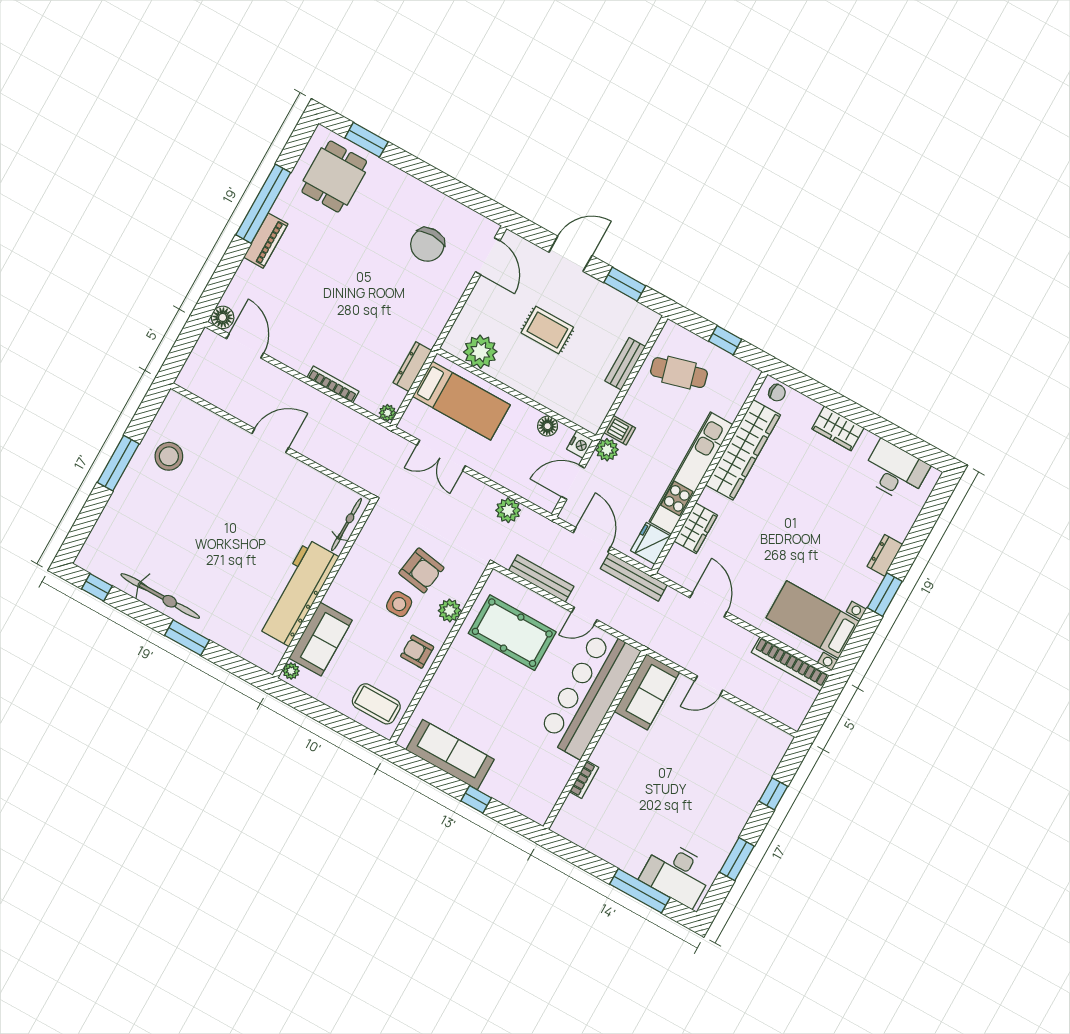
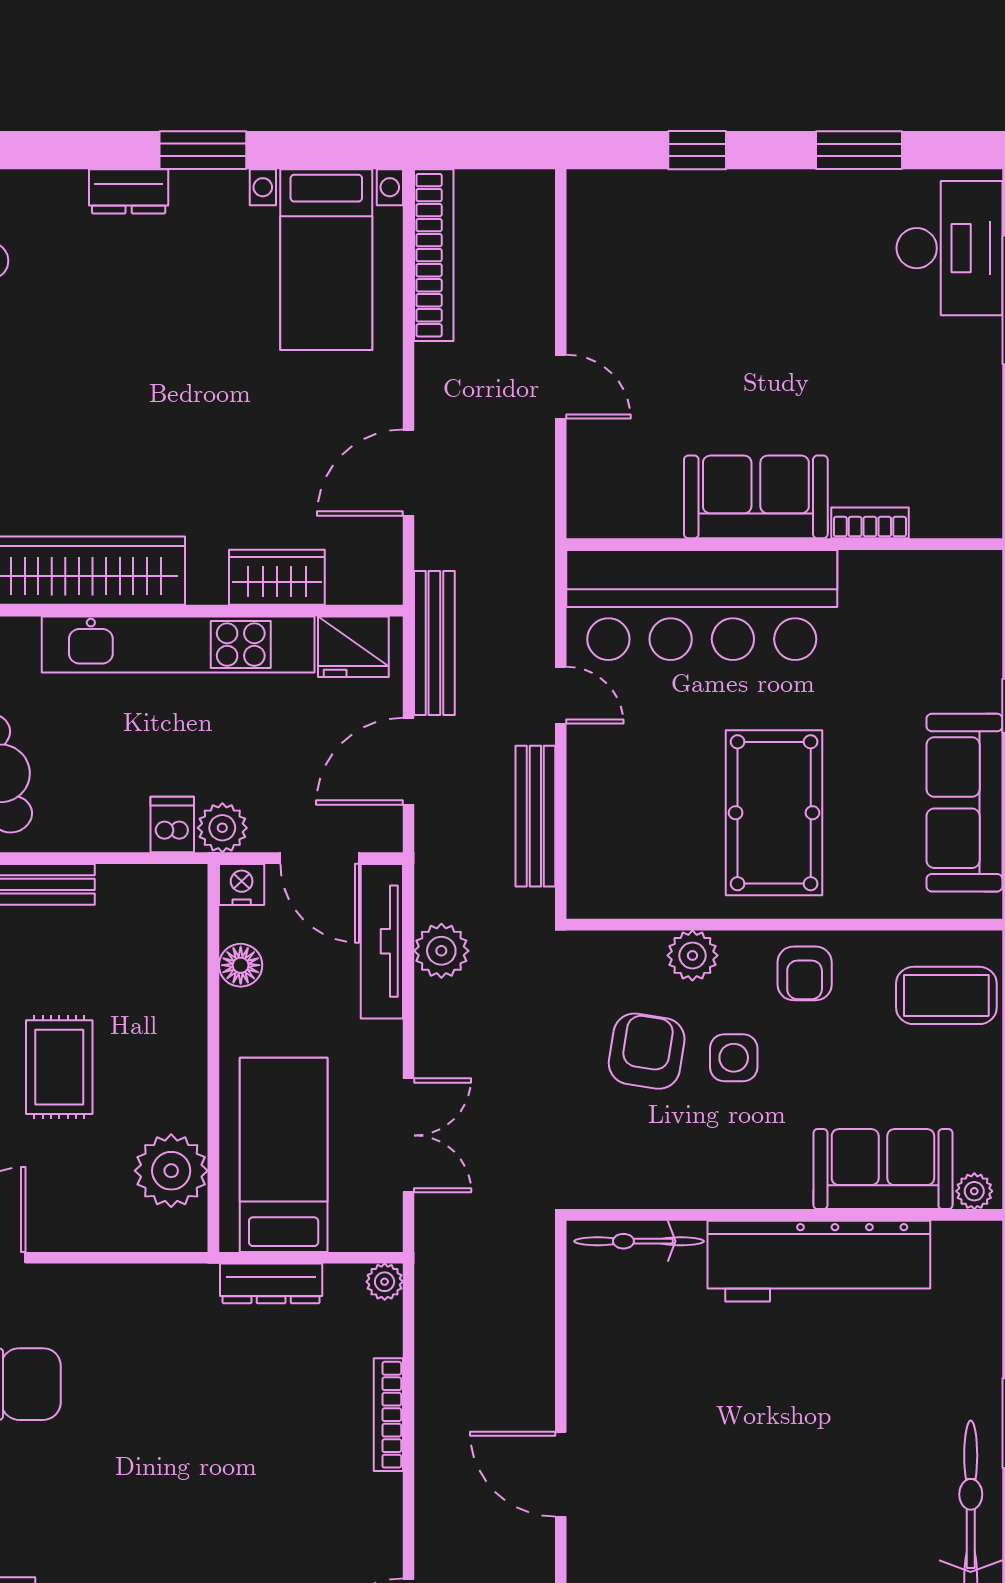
tv unit: (525, 488) -> (382, 941), added
pool table: (512, 633) -> (774, 813), moved
sofa: (647, 692) -> (756, 497), moved
coffee table: (376, 704) -> (946, 995), turned 90

